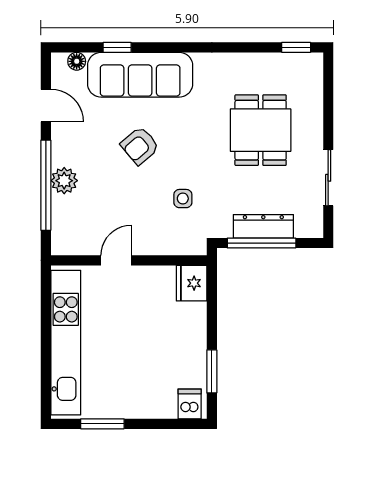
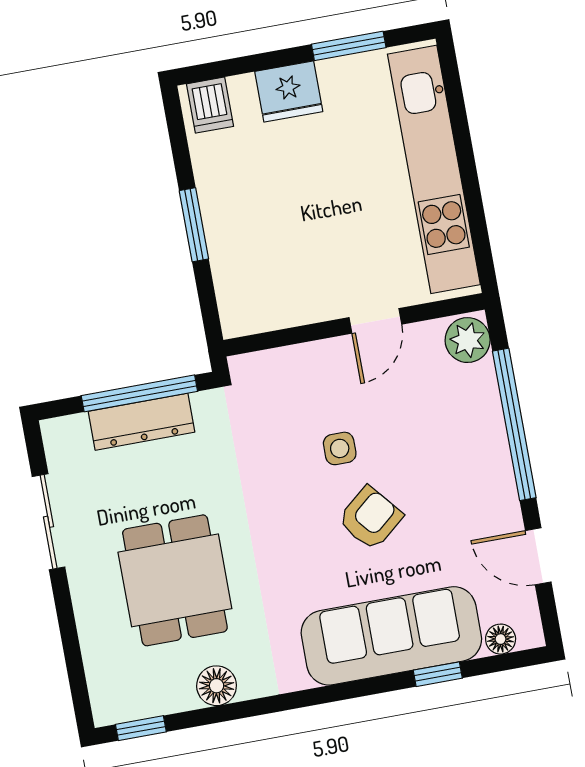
floor lamp: (248, 64) -> (217, 686), added
plant: (64, 181) -> (468, 340), moved
side table: (183, 199) -> (340, 448), moved
fridge: (192, 283) -> (289, 91), moved, turned 90
window: (212, 371) -> (194, 225), moved

